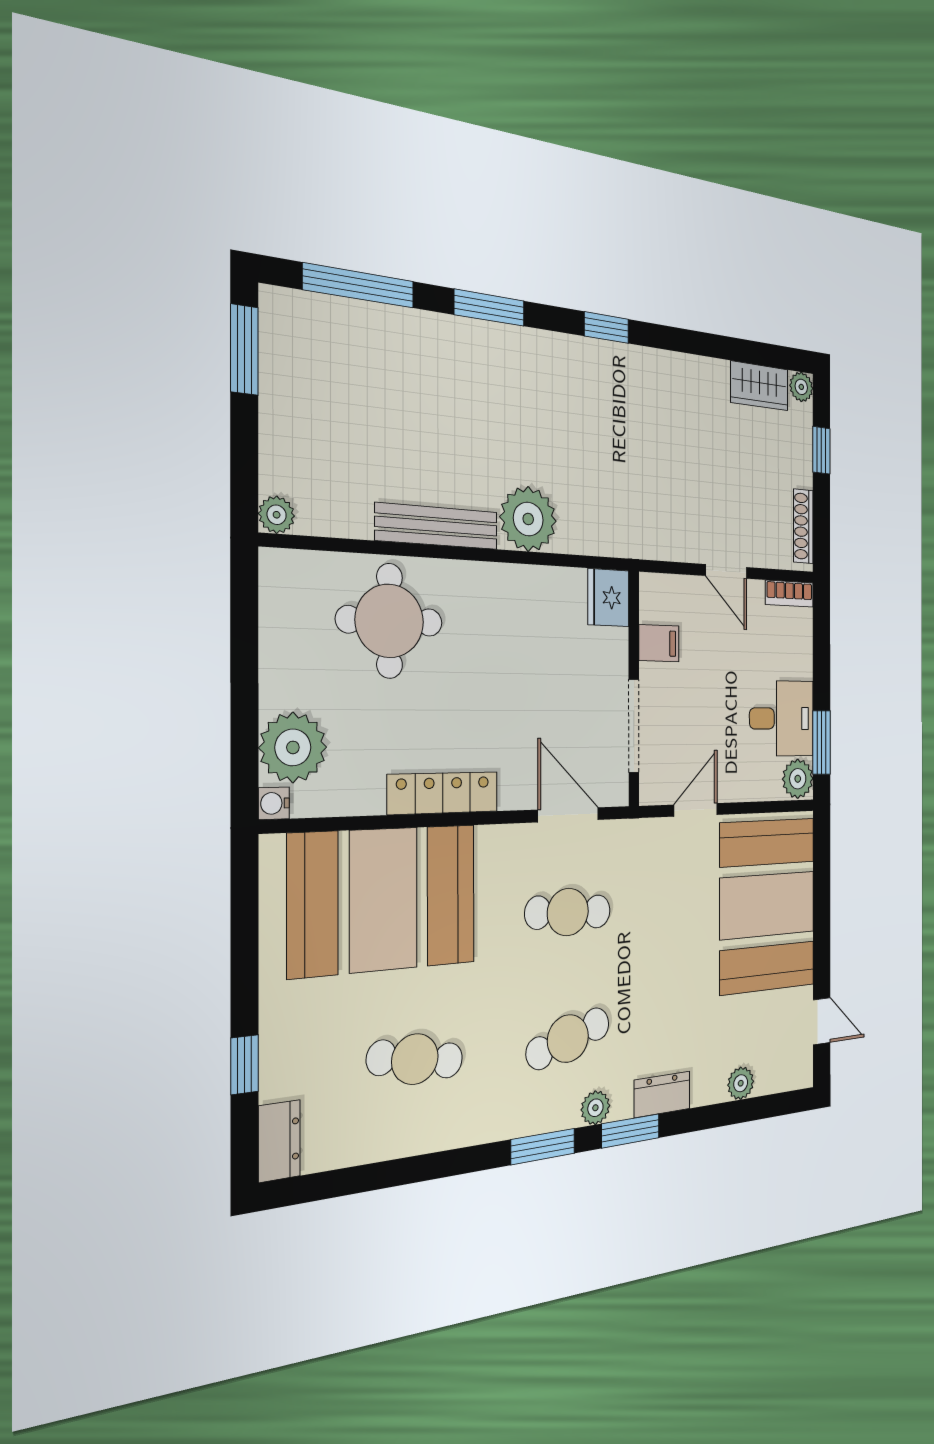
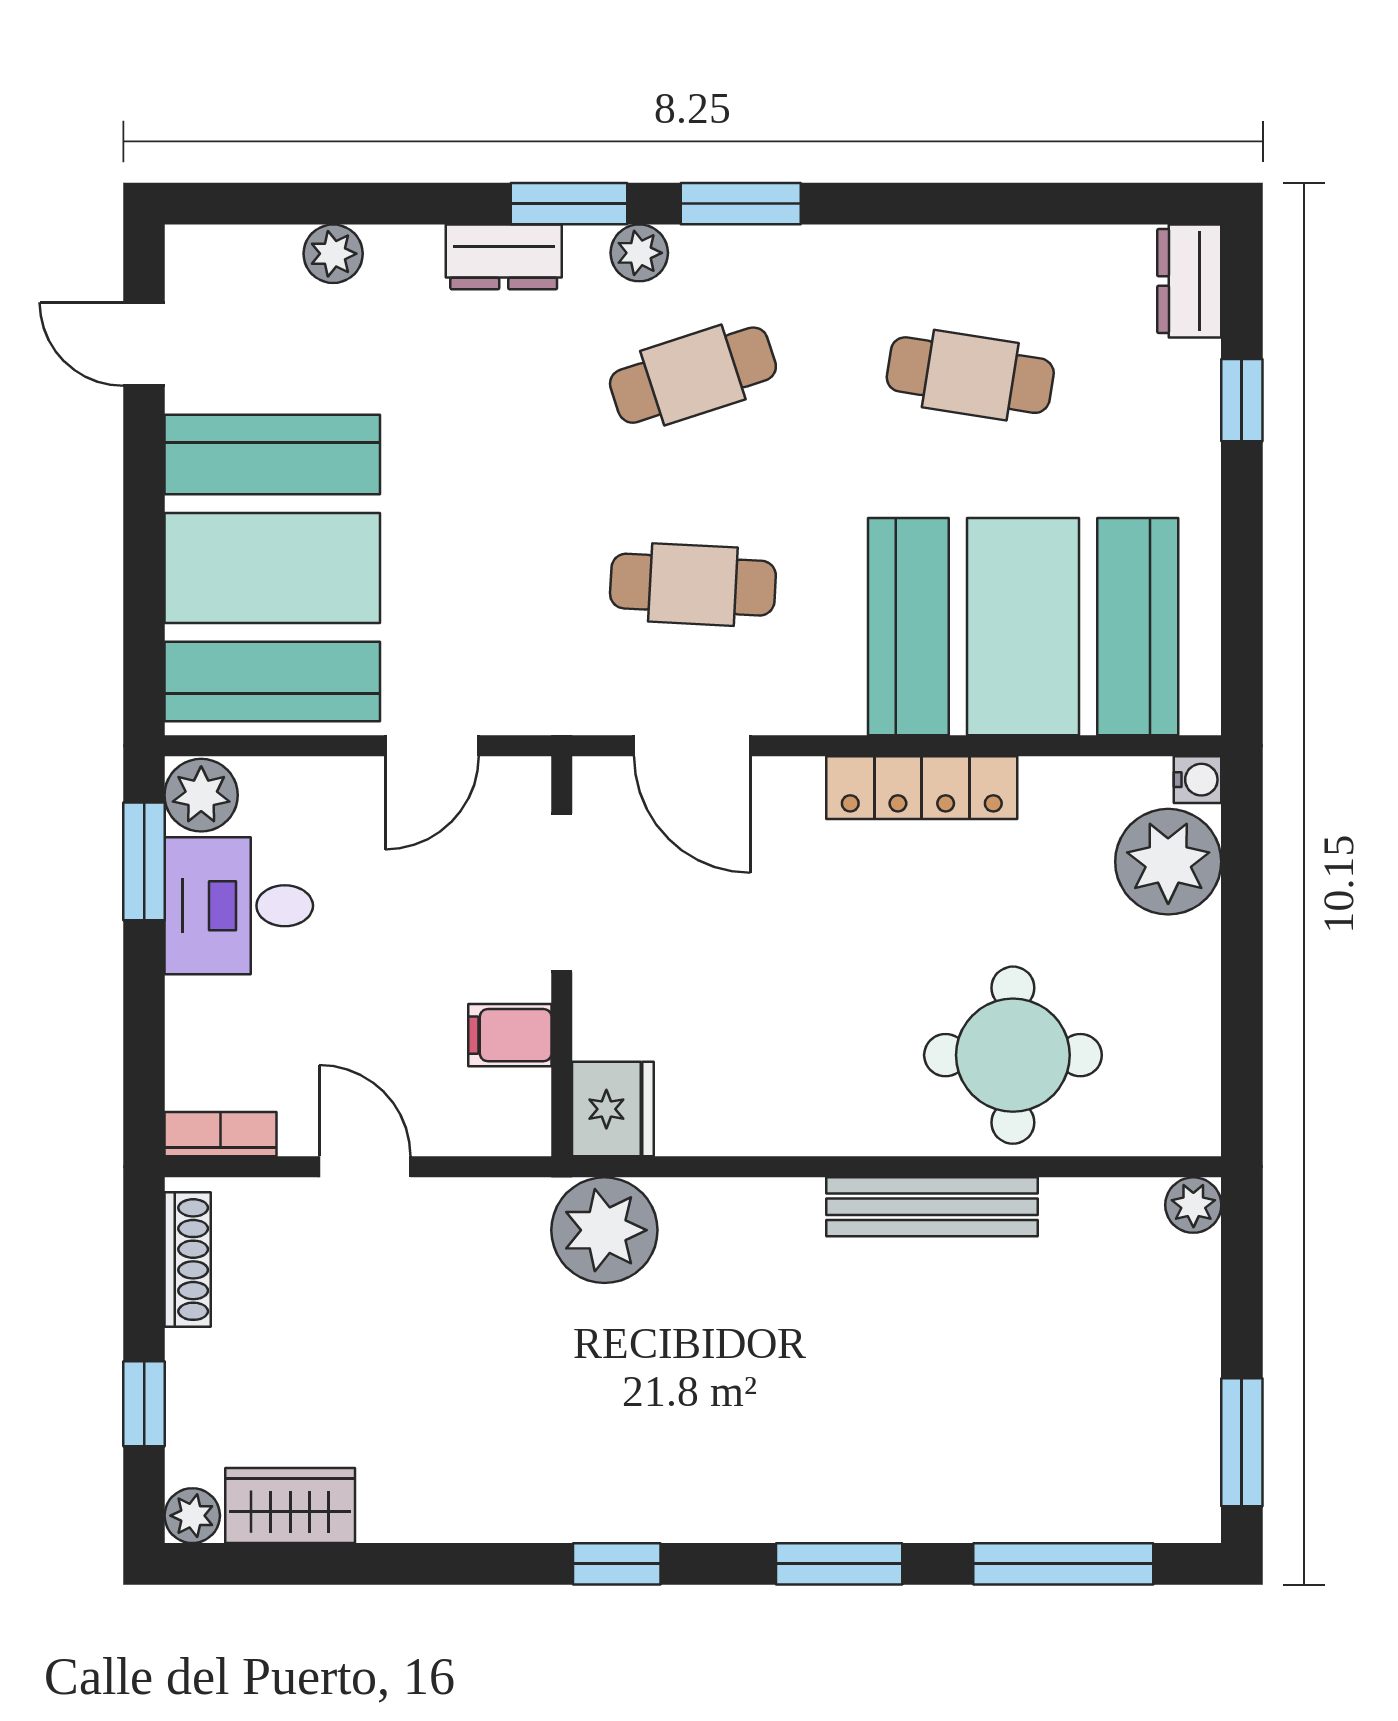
plant: (528, 519) -> (604, 1230), moved

